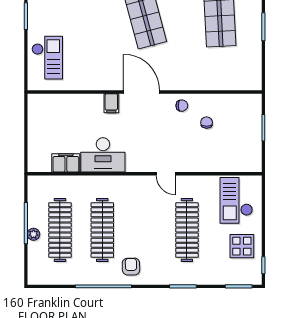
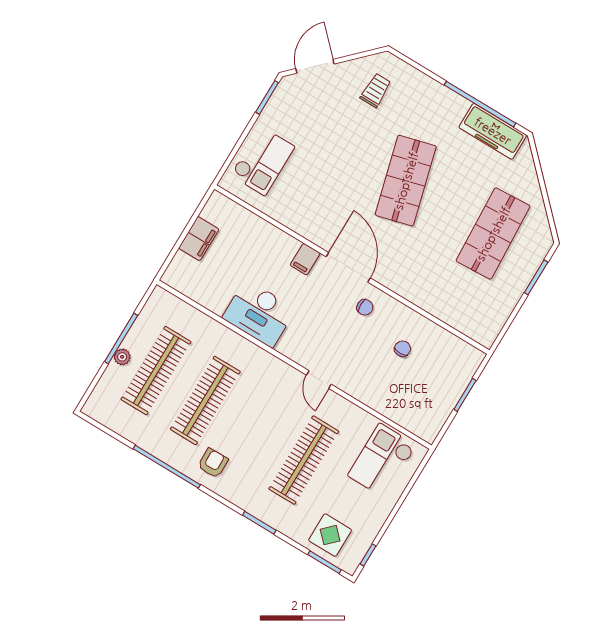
chair: (182, 106) -> (365, 307), moved
filing cabinet: (66, 163) -> (199, 239), moved, turned 90
display table: (242, 246) -> (330, 535), moved

